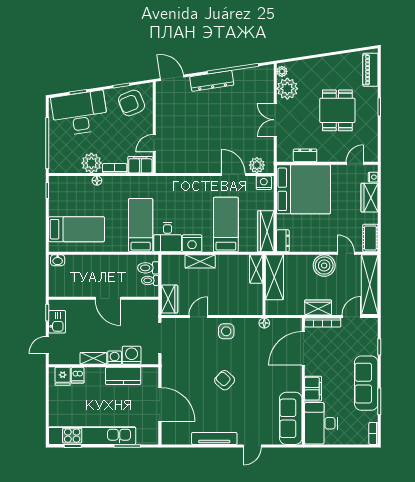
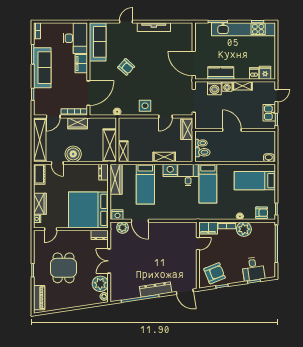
desk: (80, 113) -> (253, 269), width x0.53, depth x0.77
double door: (275, 120) -> (109, 261), swing flipped
dresser: (305, 155) -> (100, 235), moved
armchair: (67, 185) -> (262, 213), added
armchair: (225, 380) -> (126, 67), moved
door: (160, 404) -> (194, 64), moved

